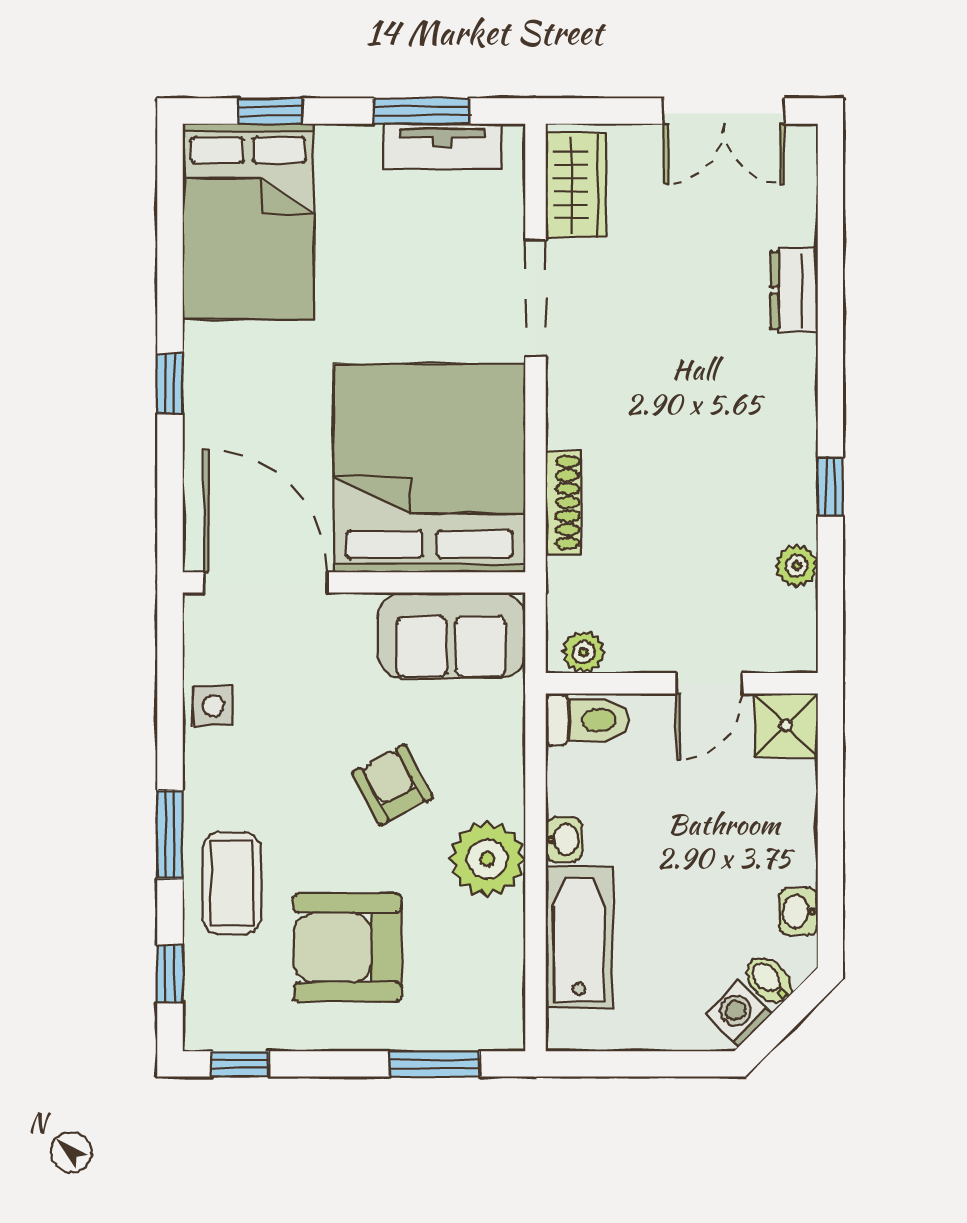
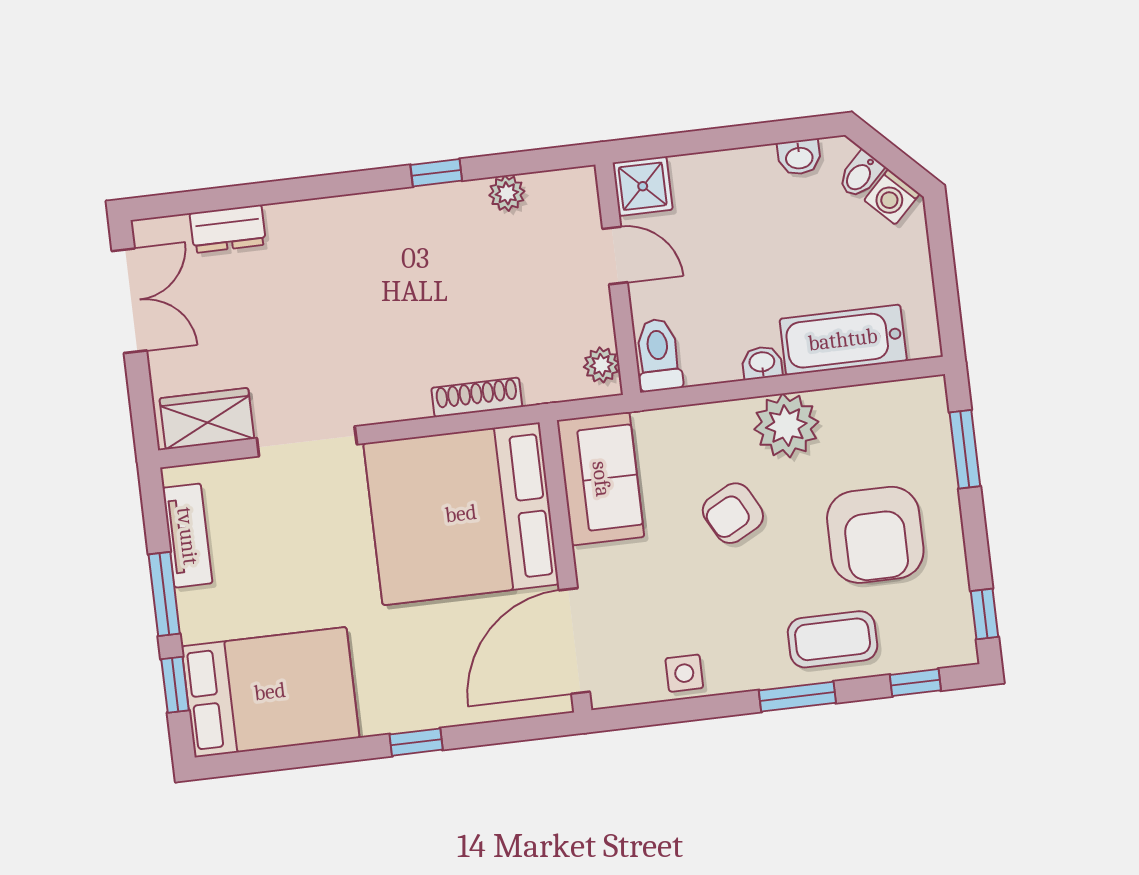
window: (422, 111) -> (164, 594), moved
dresser: (794, 290) -> (228, 229), moved

